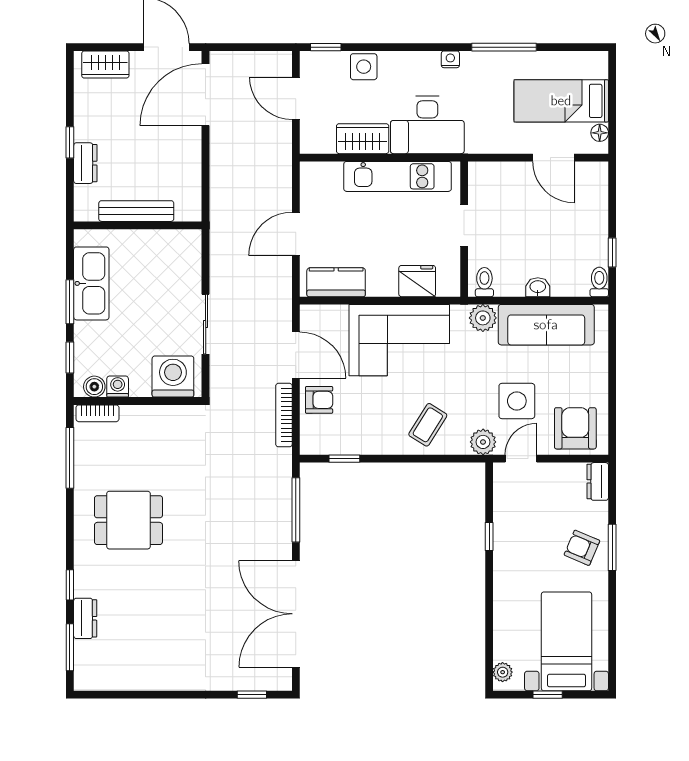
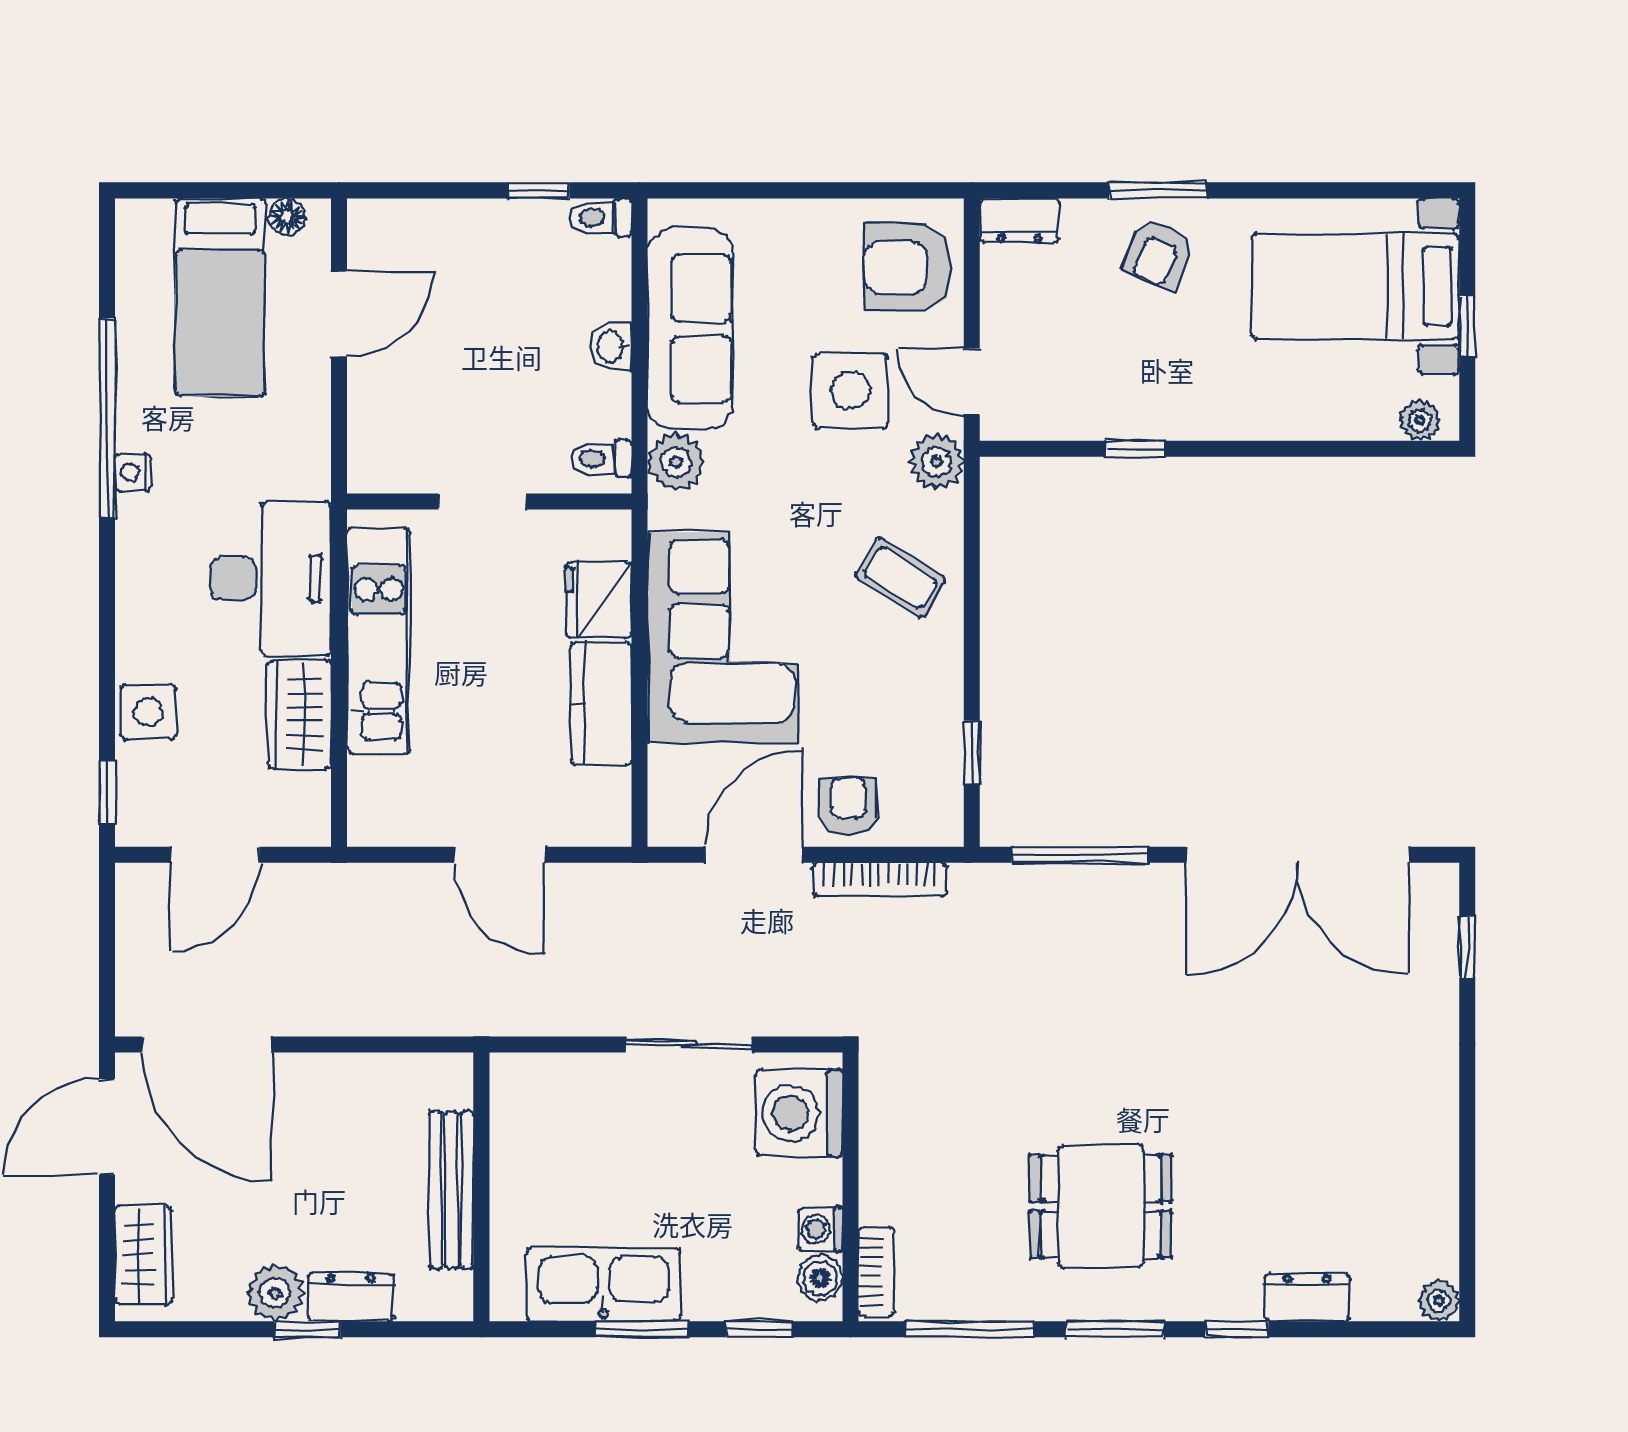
window: (504, 47) -> (107, 418), width x1.46
nightstand: (450, 59) -> (133, 472), moved
plant: (87, 127) -> (275, 1293), added
kitchen counter: (336, 282) -> (601, 704), moved
dining table: (128, 520) -> (1101, 1206), turned 90
window: (70, 647) -> (1115, 1329), moved
plant: (84, 681) -> (1439, 1301), added

